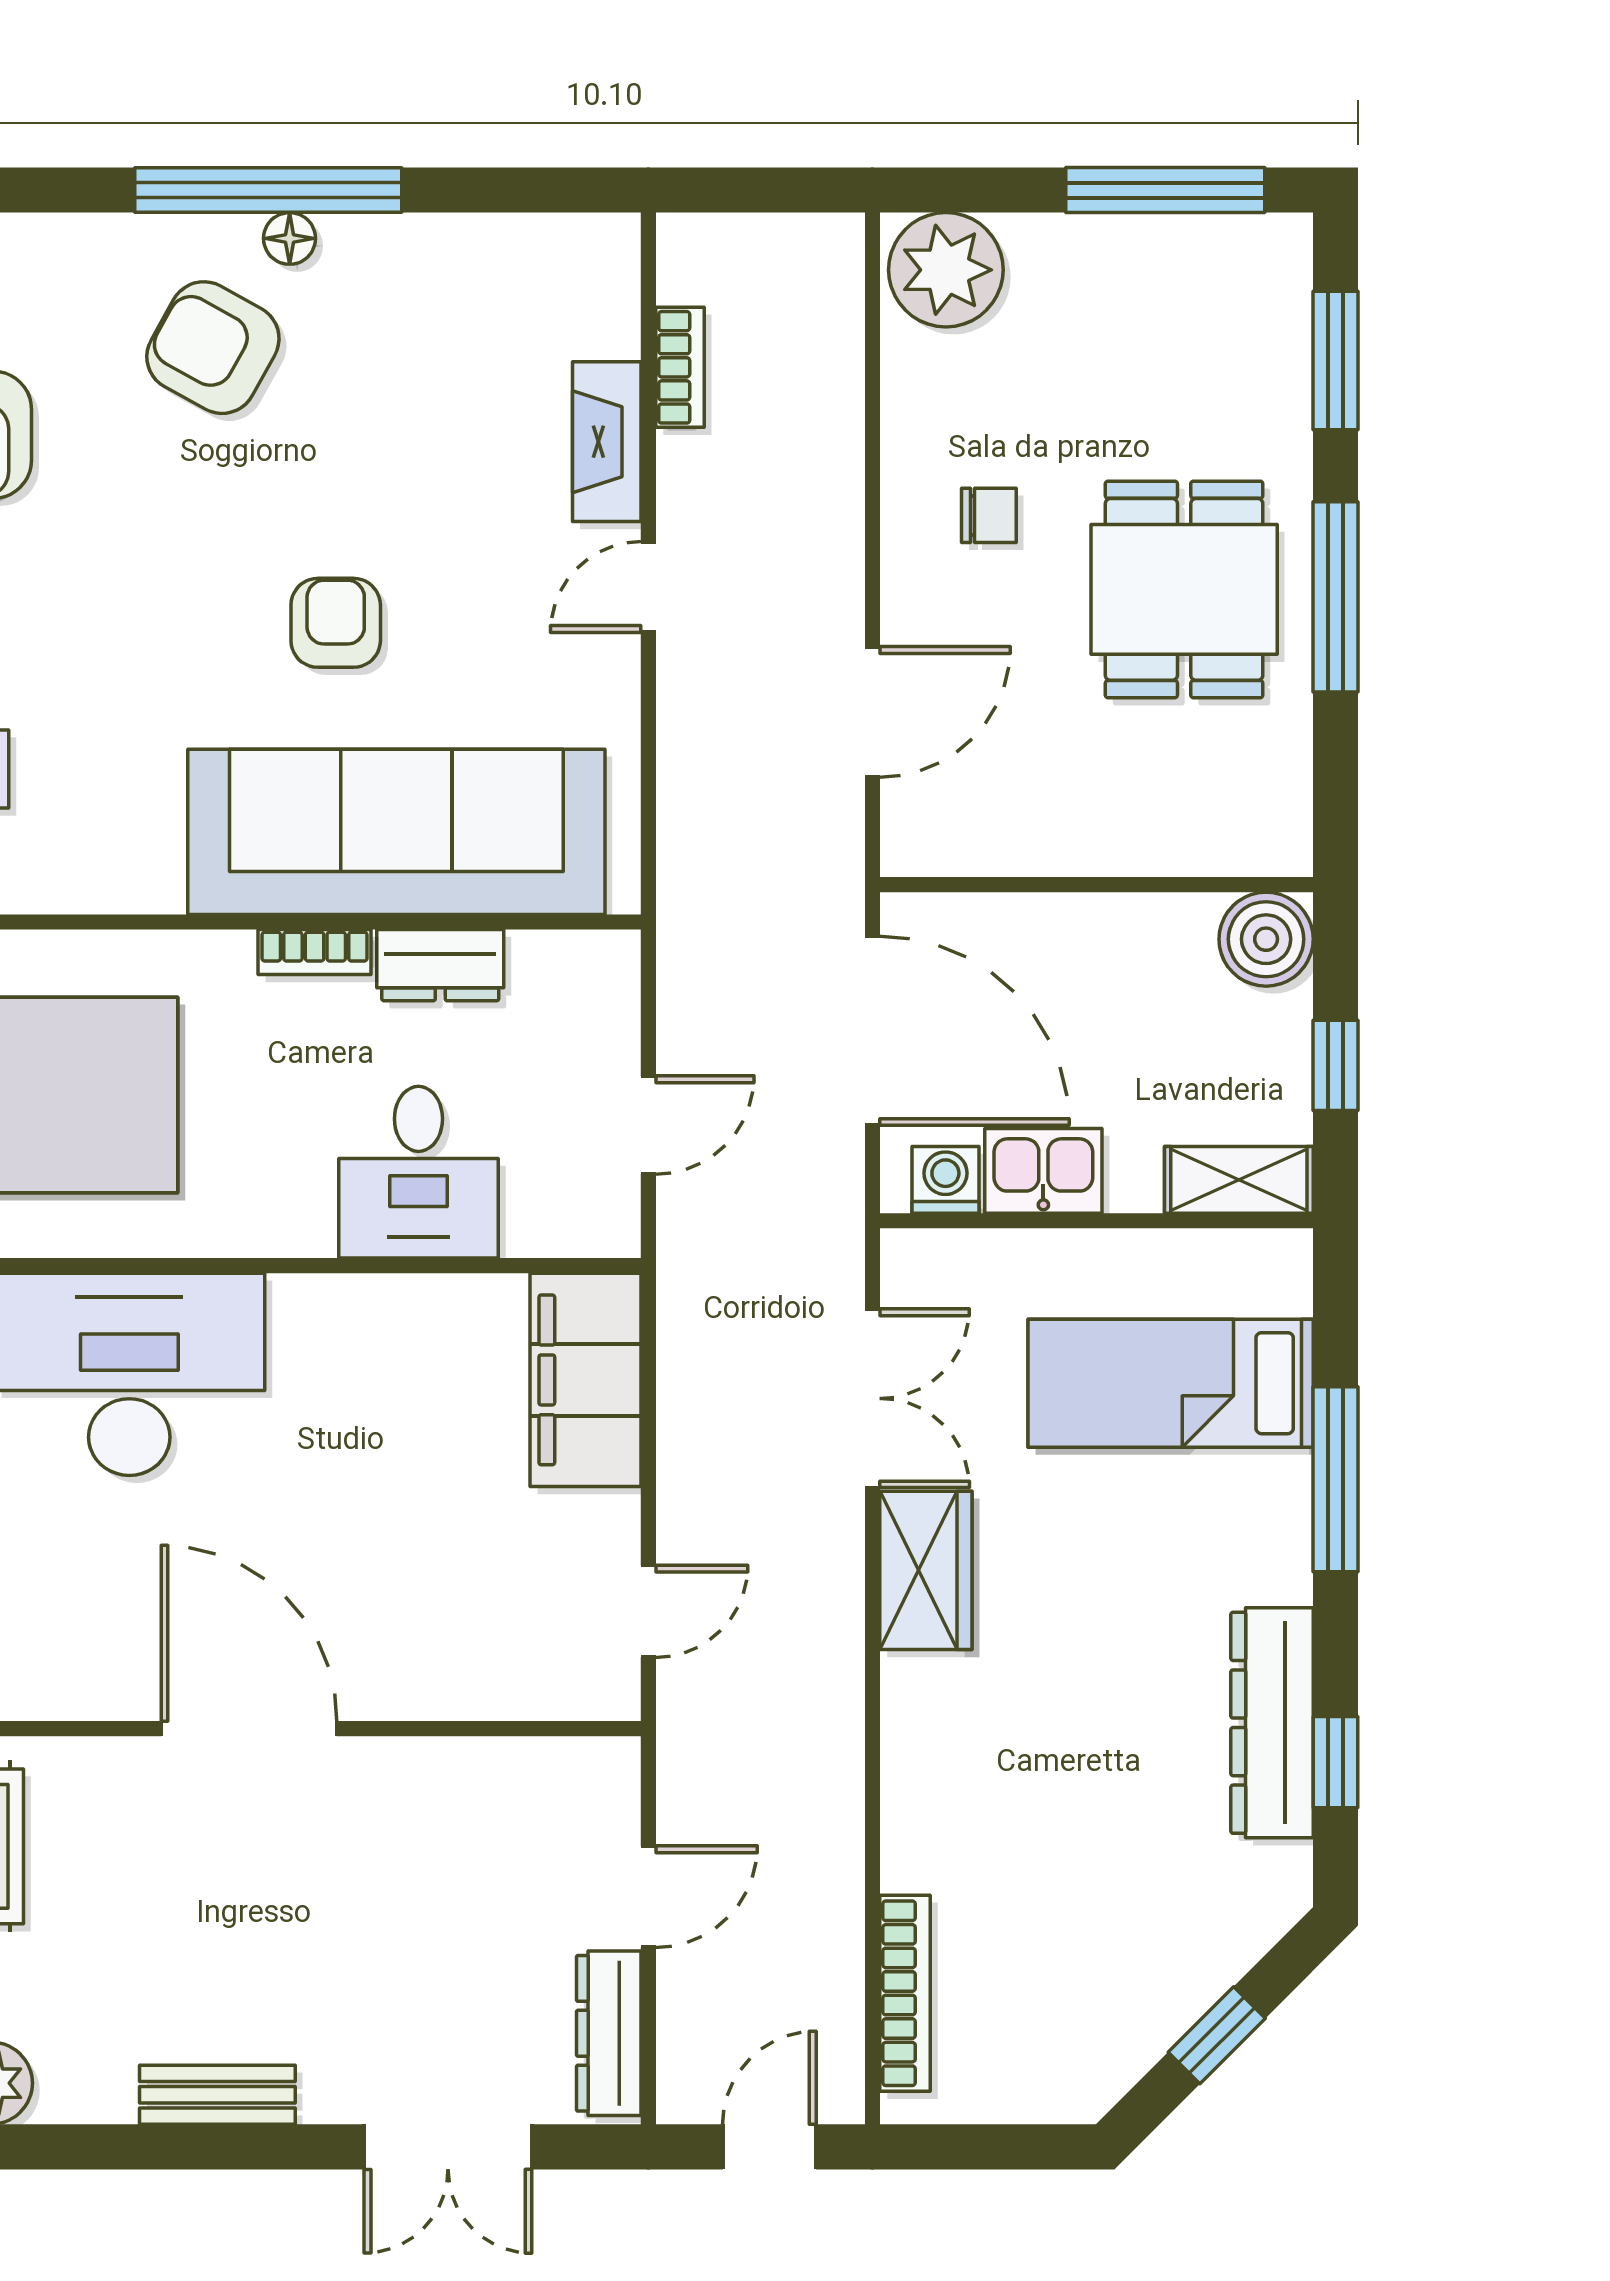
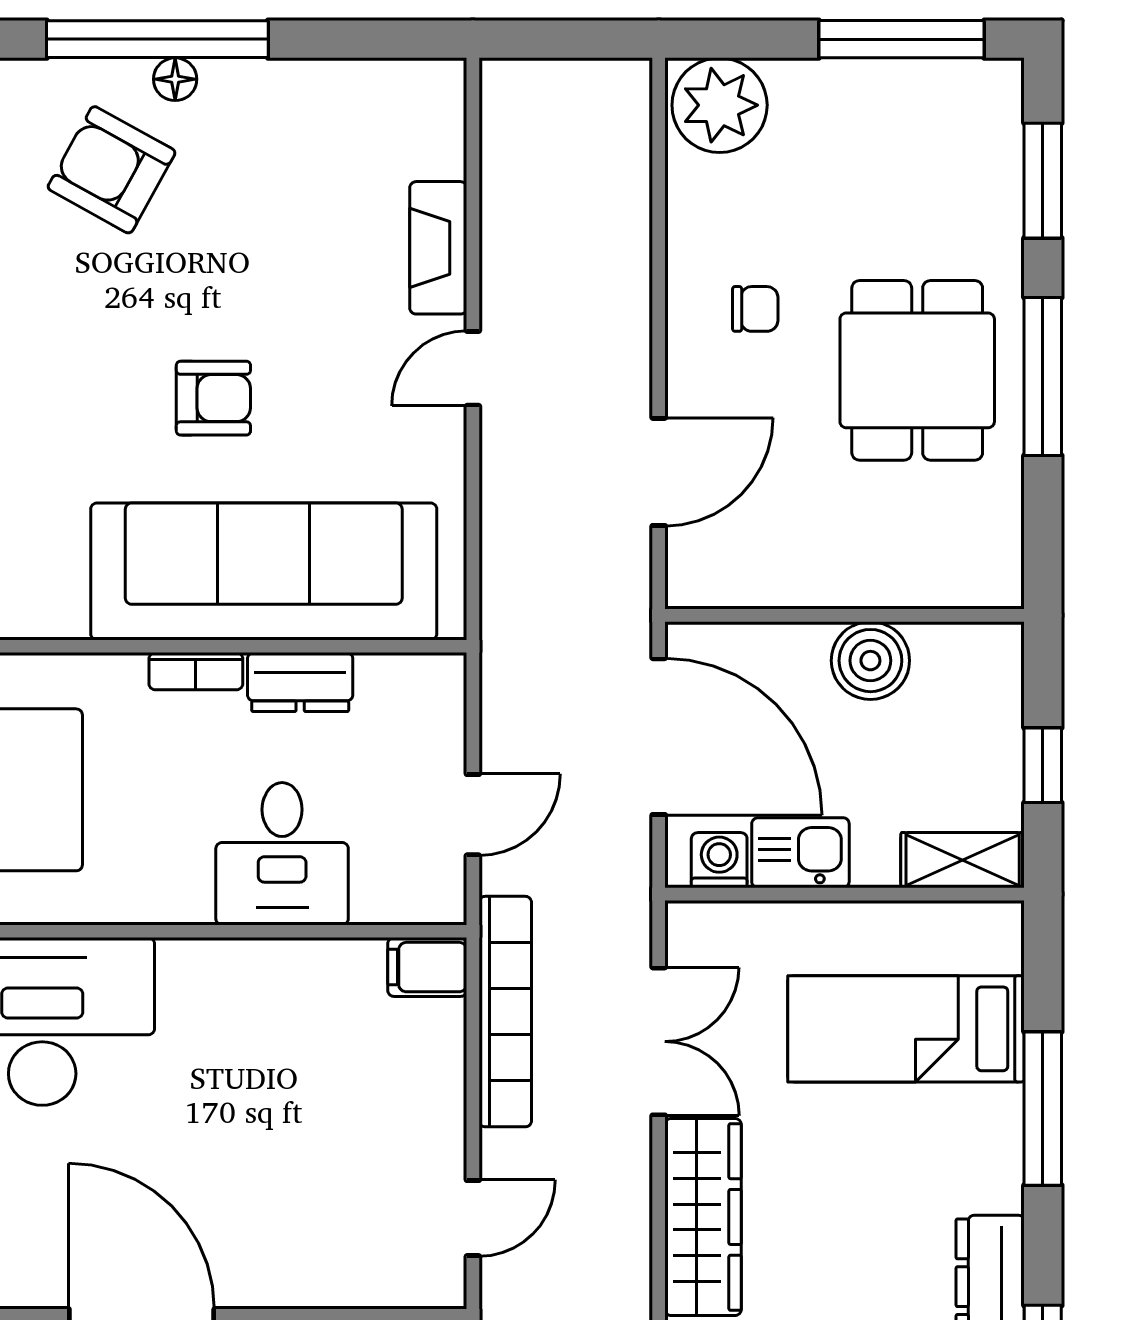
bookcase: (680, 367) -> (505, 1012), moved, width x2.31, depth x1.31
armchair: (336, 623) -> (213, 398), turned 90
boiler: (1266, 939) -> (870, 661), moved
filing cabinet: (586, 1380) -> (427, 967), width x0.33, depth x0.86
wardrobe: (926, 1570) -> (703, 1217), width x1.50

